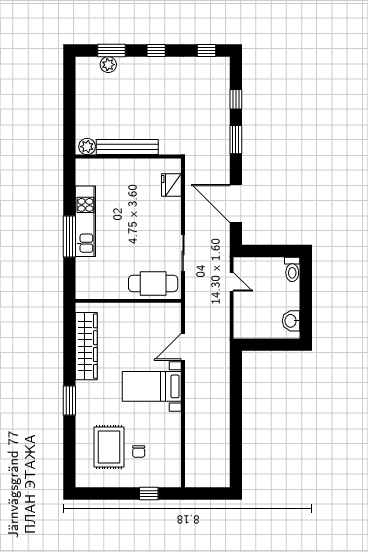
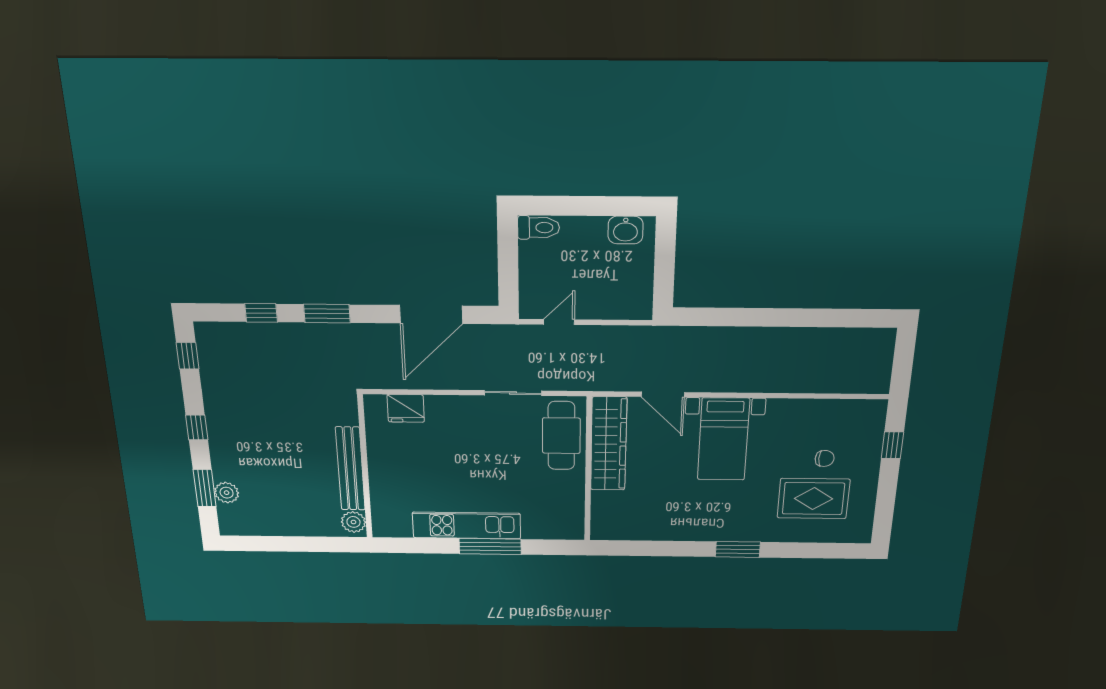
wardrobe: (86, 346) -> (609, 444), moved, turned 90

